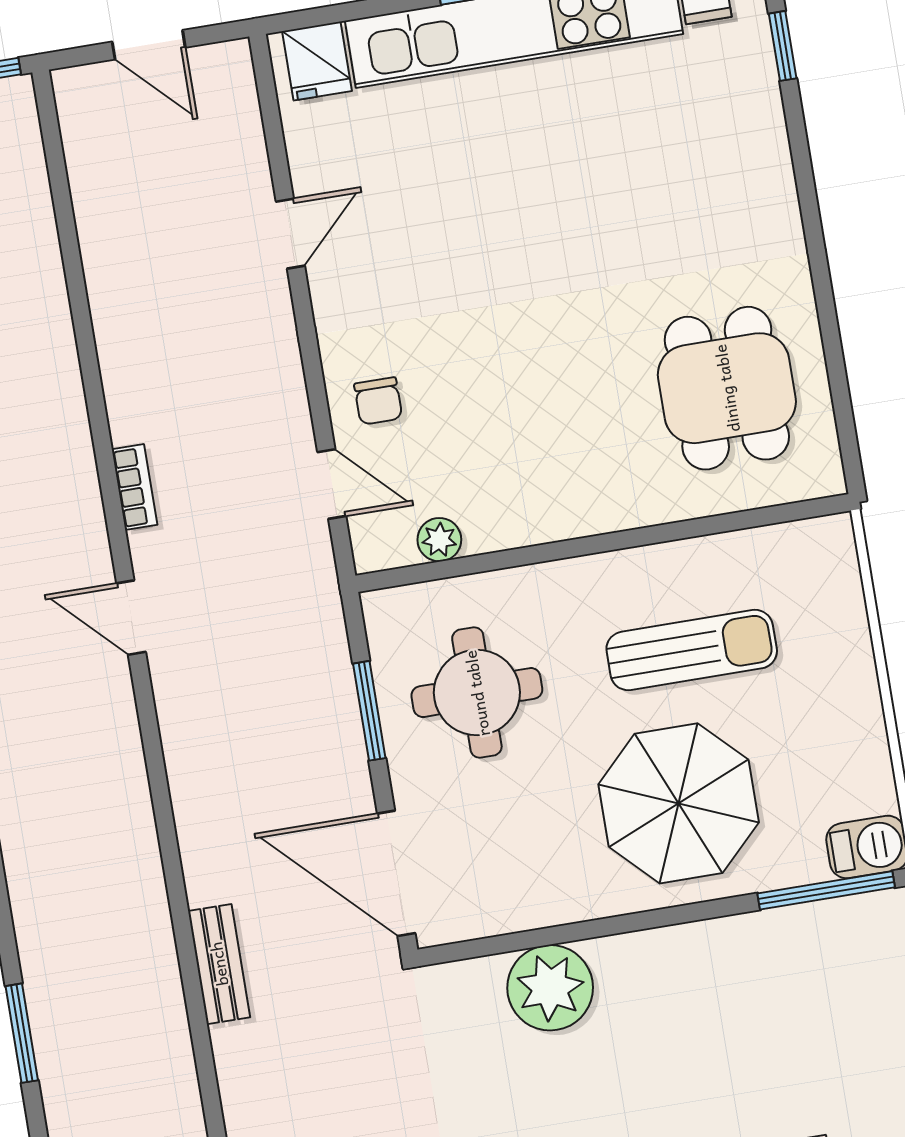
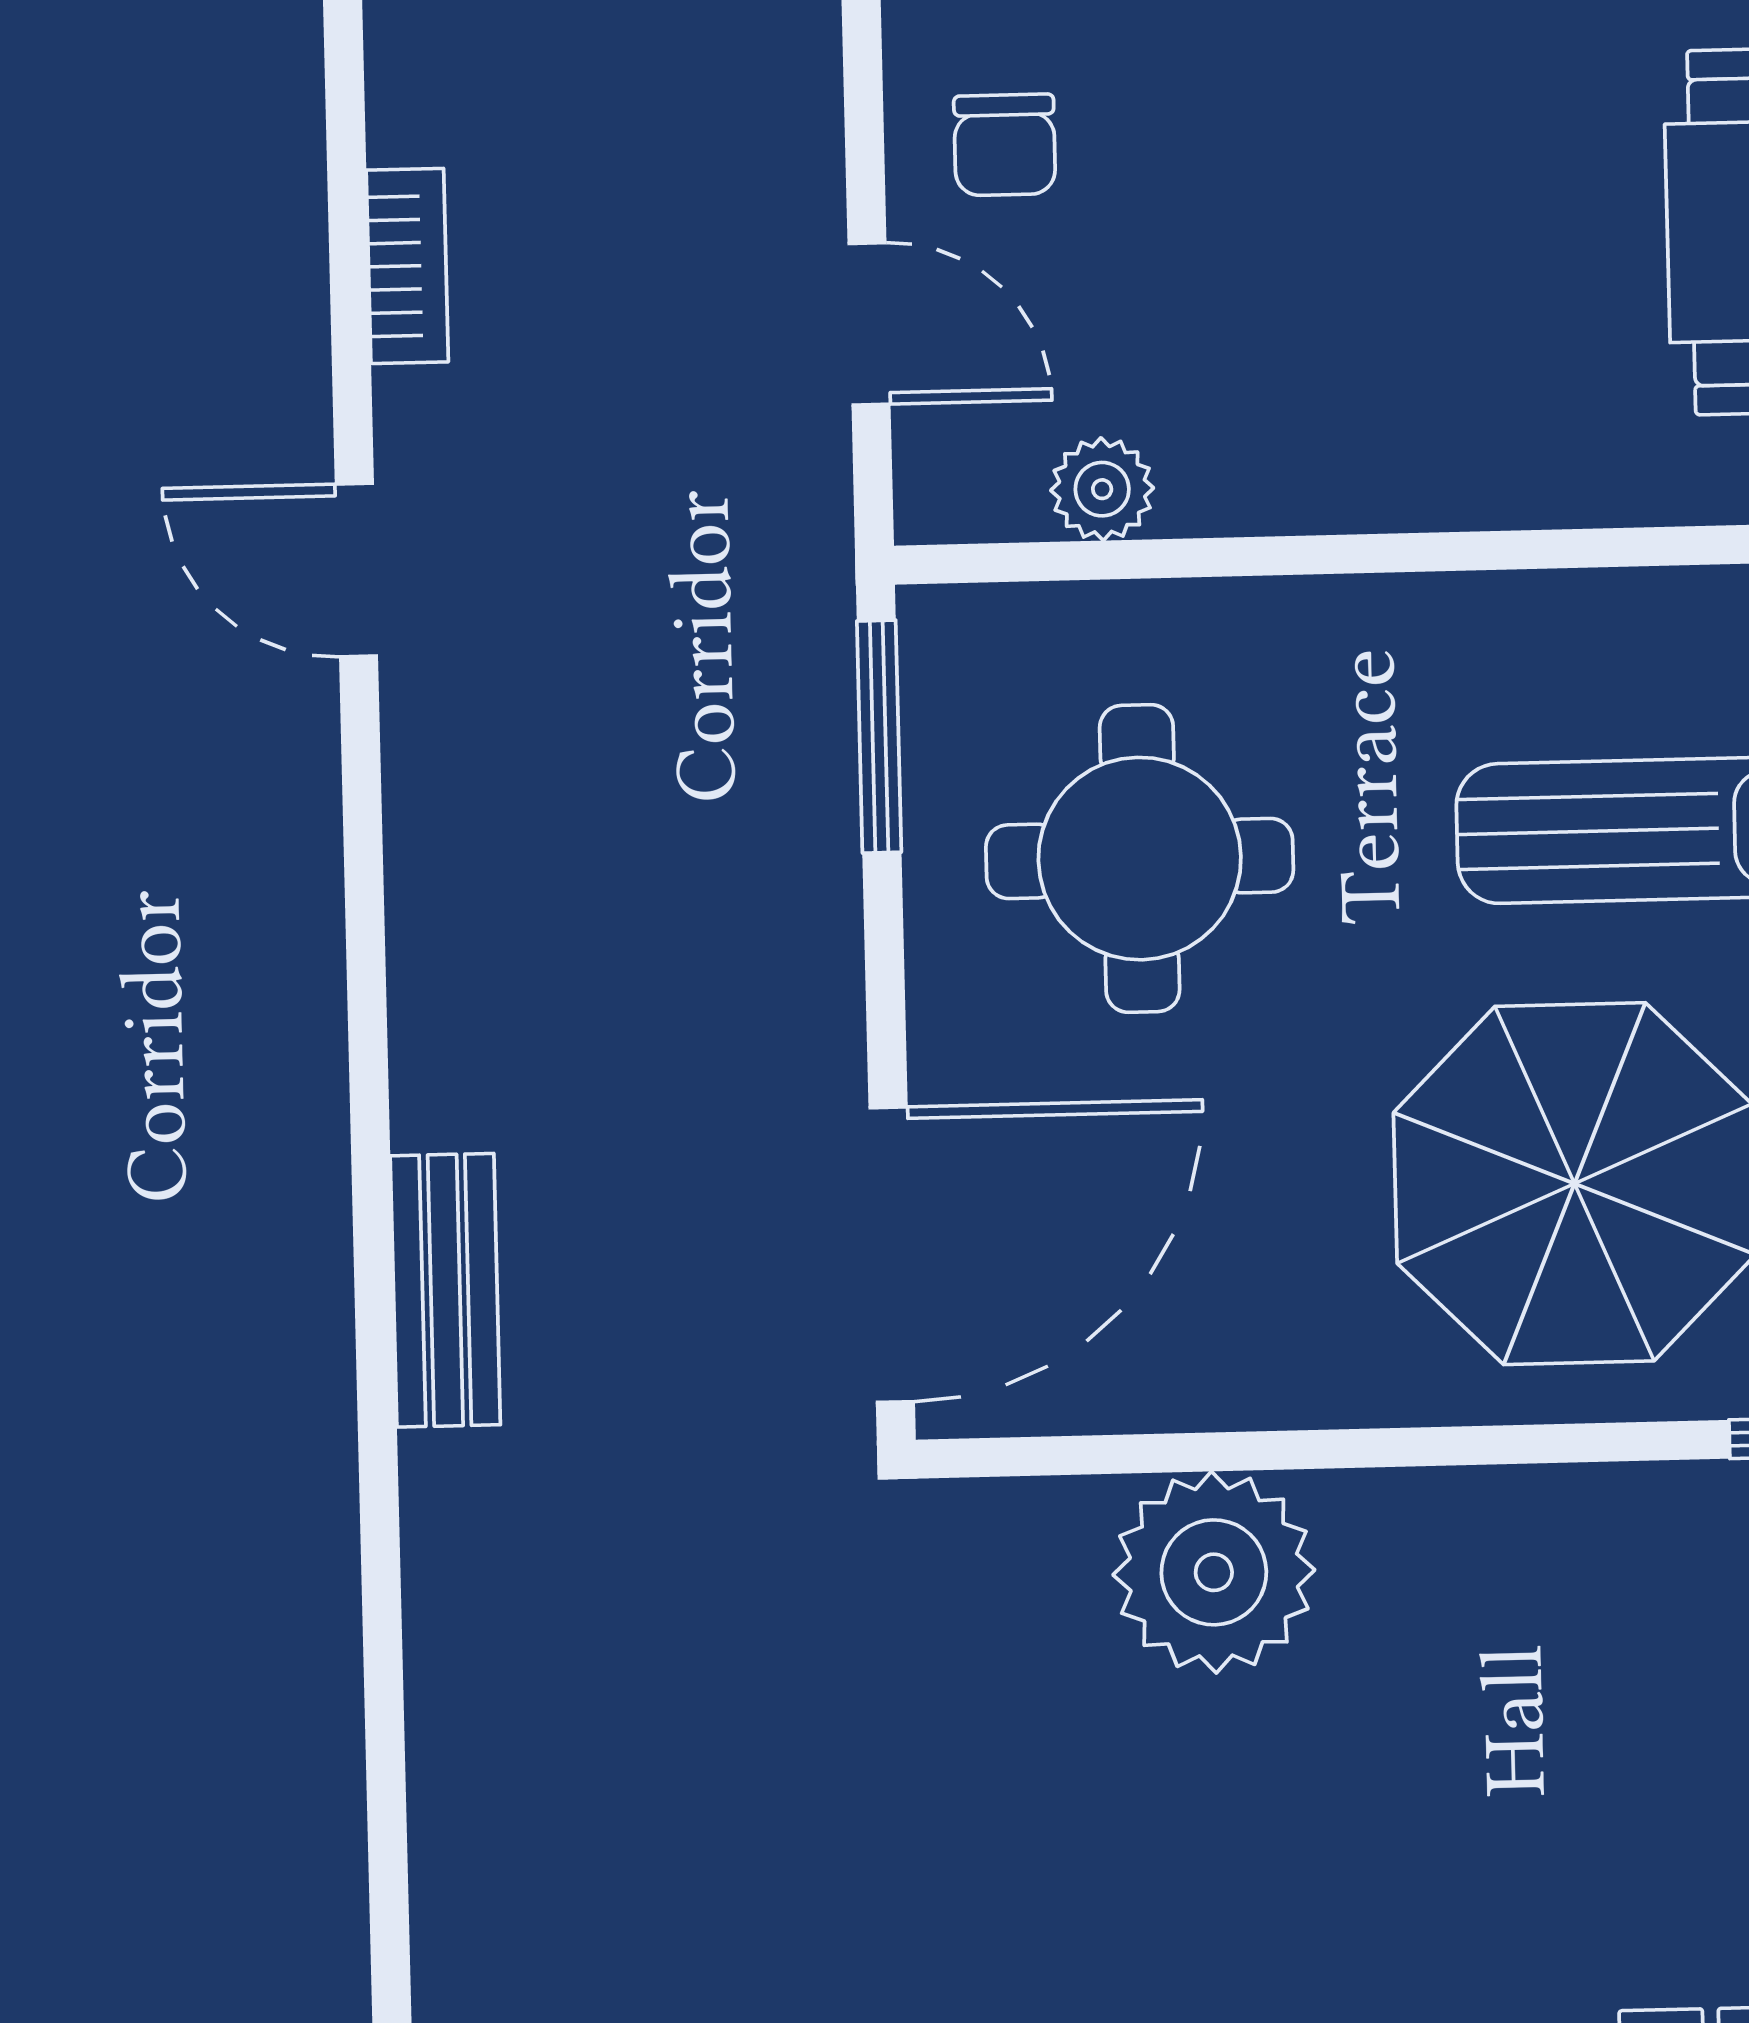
window: (369, 711) -> (879, 737), moved
door: (396, 873) -> (892, 1255), swing flipped
bench: (219, 964) -> (445, 1290), moved

